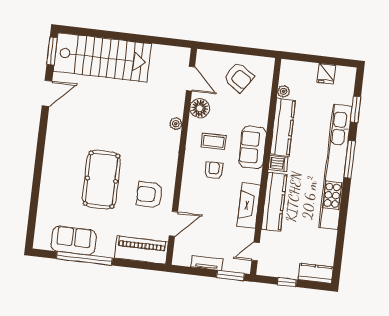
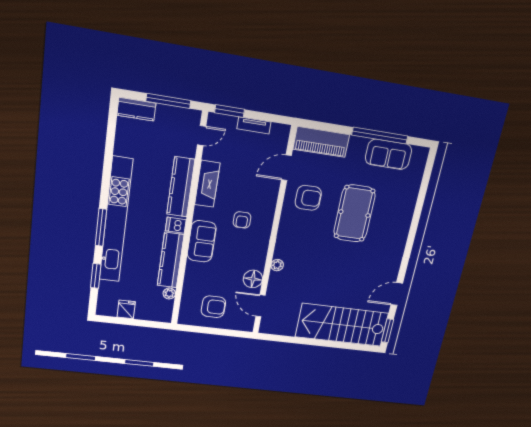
armchair: (239, 77) -> (213, 307), turned 146
coffee table: (214, 141) -> (241, 248), removed
window: (287, 282) -> (168, 101), width x2.17

